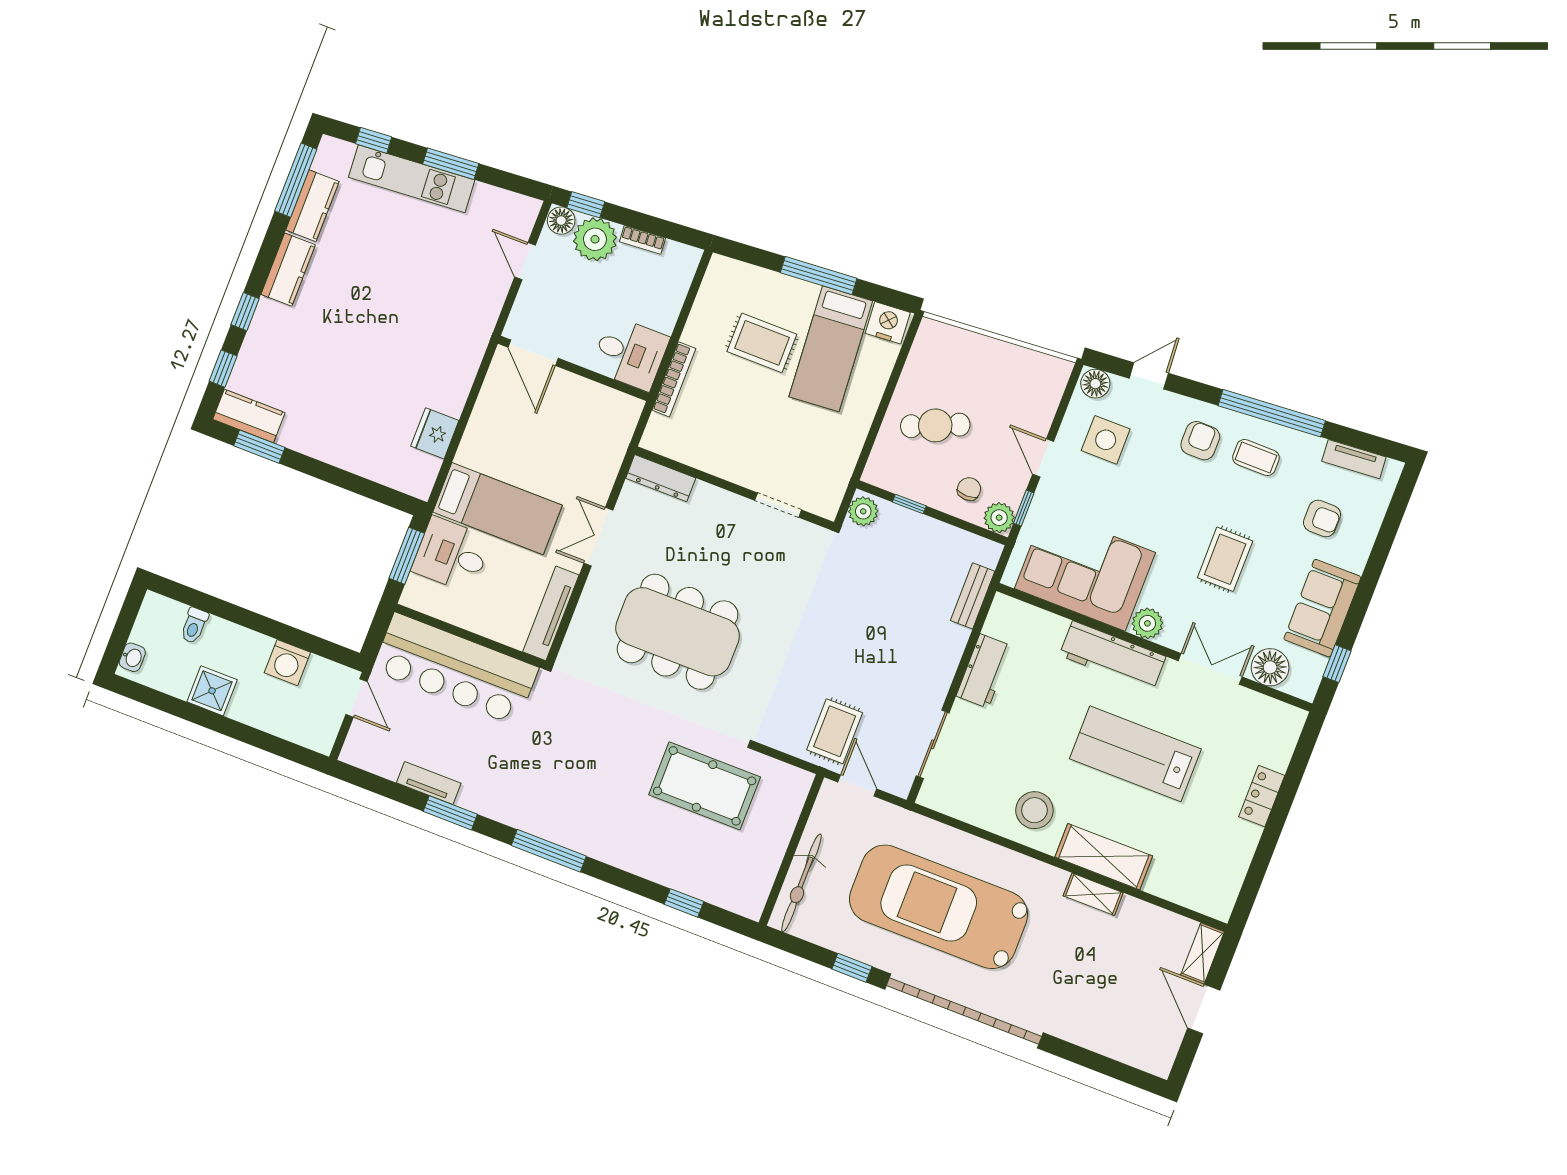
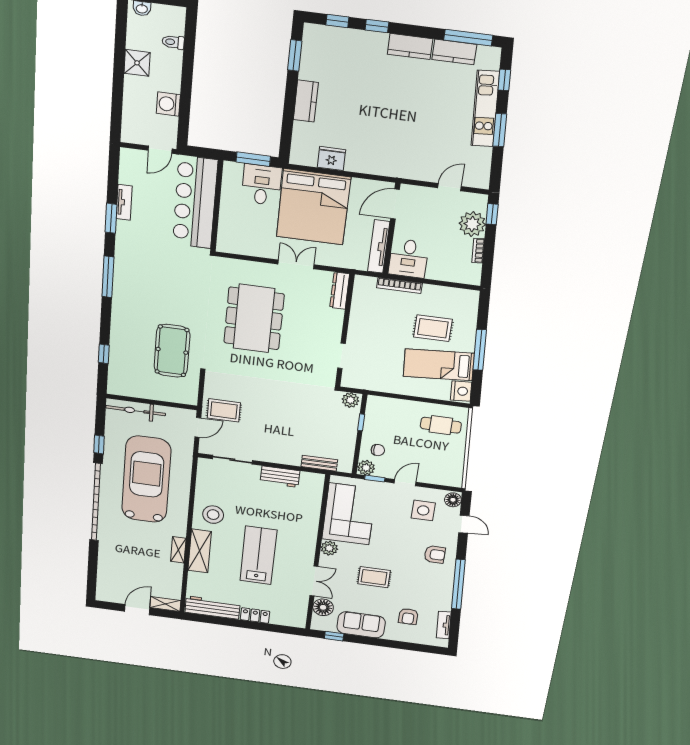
floor lamp: (561, 221) -> (479, 202), removed
rug: (762, 343) -> (433, 328), turned 90
kitchen counter: (249, 416) -> (306, 101), moved
cafe table: (935, 425) -> (441, 425), moved, turned -67
coffee table: (1256, 458) -> (433, 581), removed
bed: (498, 509) -> (313, 207), width x2.04
tv unit: (551, 613) -> (379, 247), moved, turned -90
workbench: (1113, 656) -> (212, 608), moved, turned 90

